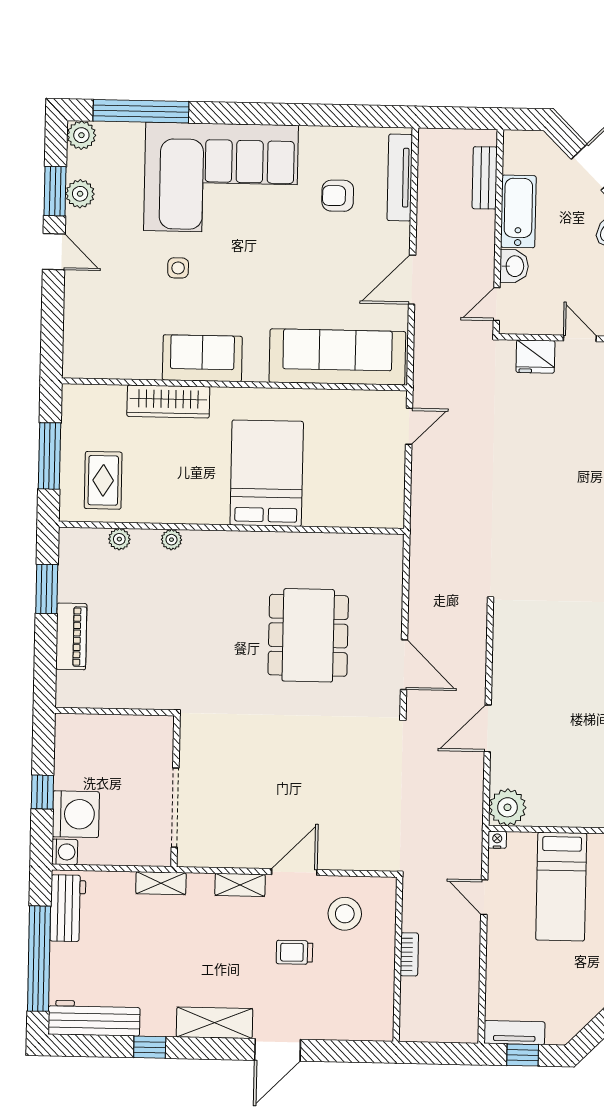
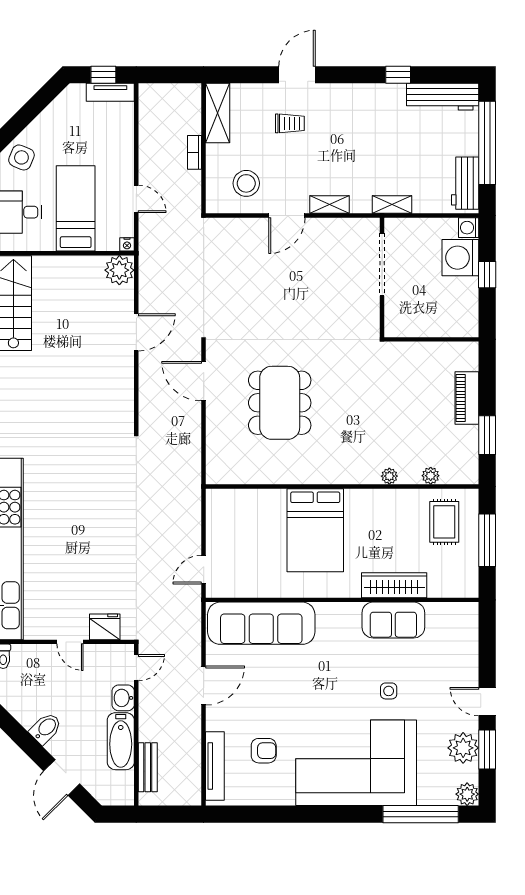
plant: (80, 194) -> (463, 748), width x1.36, depth x1.36
sofa: (202, 358) -> (393, 620), moved
trolley: (294, 952) -> (290, 123), moved
shelving: (215, 1023) -> (218, 113), moved, turned 90

